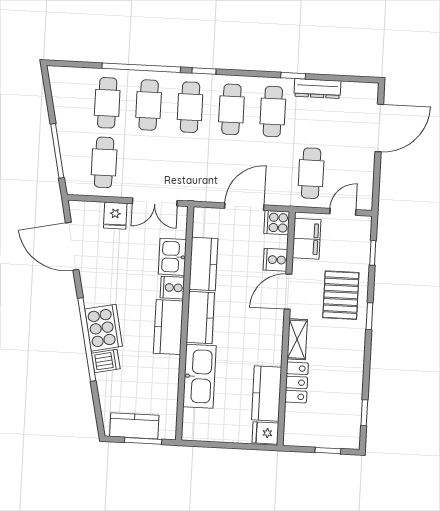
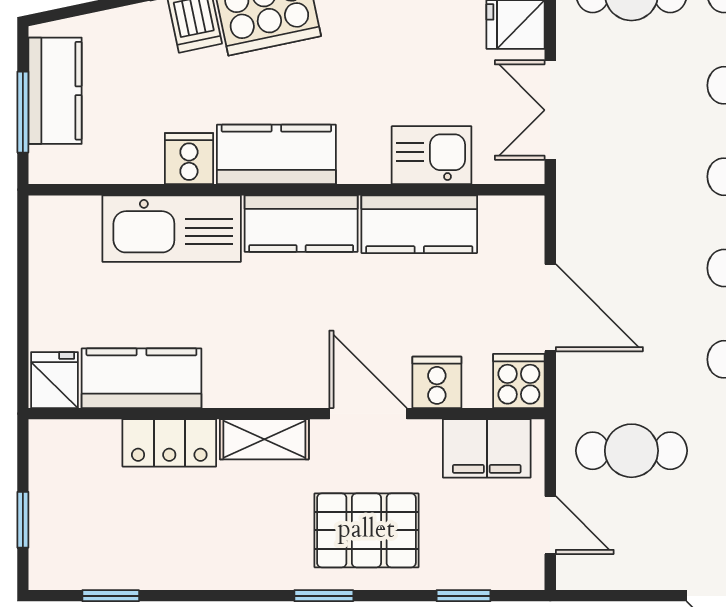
cooker: (172, 288) -> (189, 159), moved

